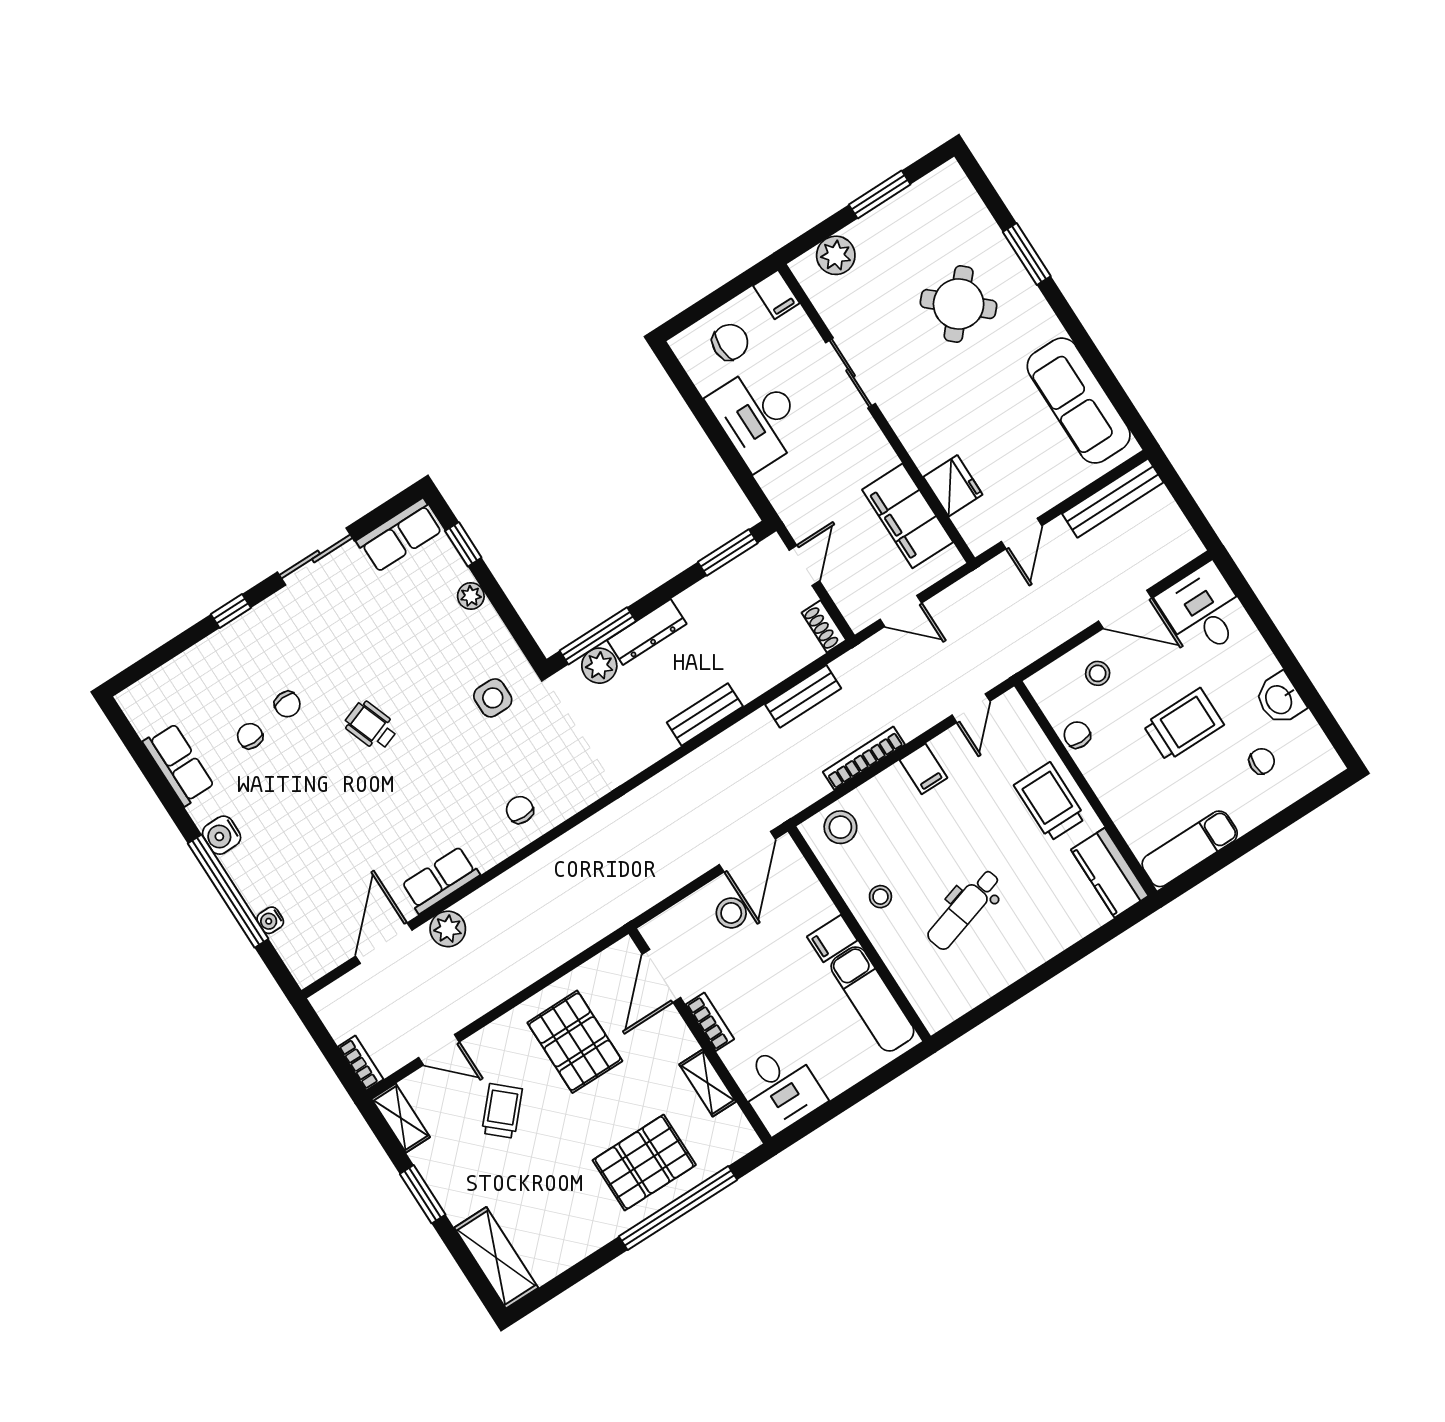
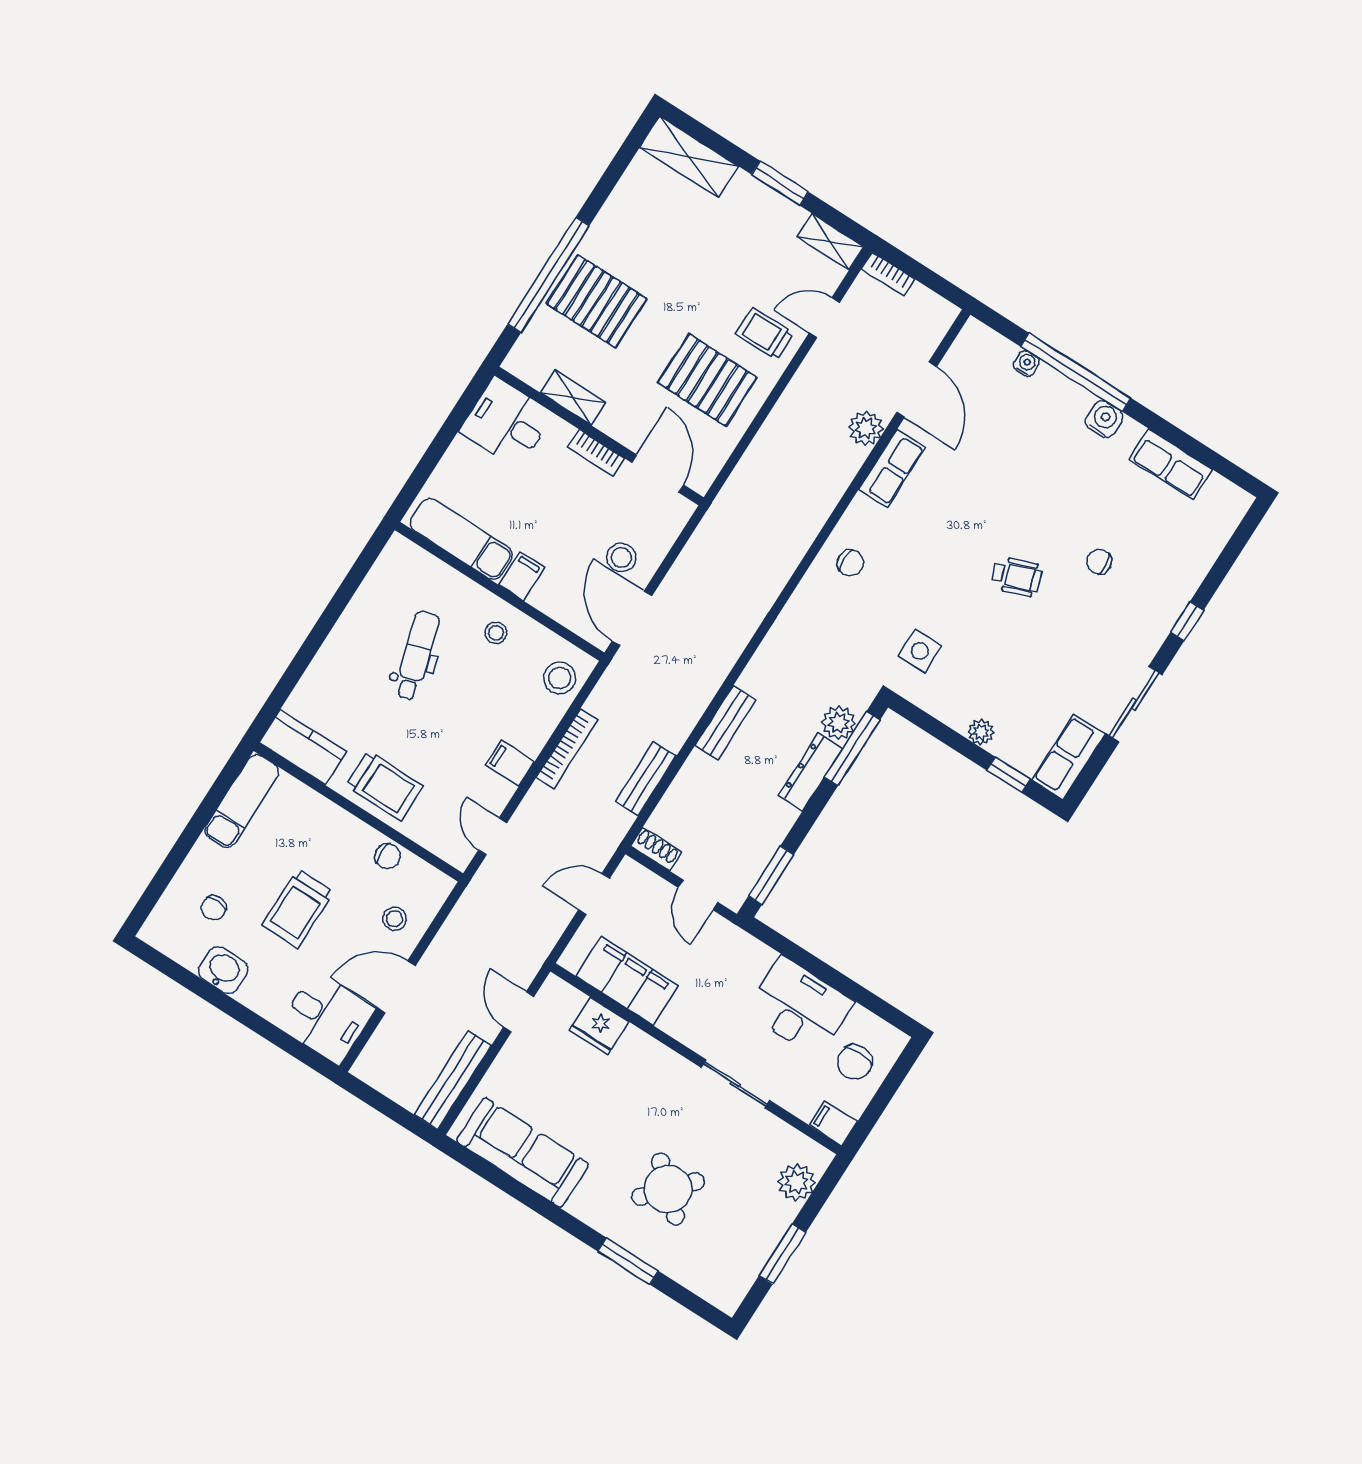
chair: (250, 736) -> (1119, 518), removed
trolley: (502, 1111) -> (765, 334), moved, turned 138
pallet: (644, 1163) -> (597, 301), turned 90

